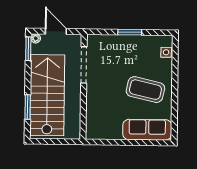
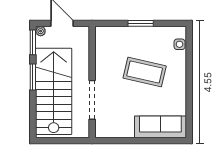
doorway: (84, 65) -> (92, 100), moved
coffee table: (145, 90) -> (145, 72), moved
window: (28, 107) -> (33, 77), moved

